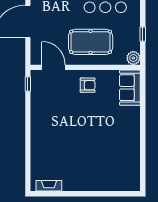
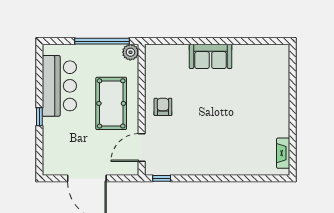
window: (143, 34) -> (102, 41), width x3.17
sofa: (130, 88) -> (211, 56), moved

